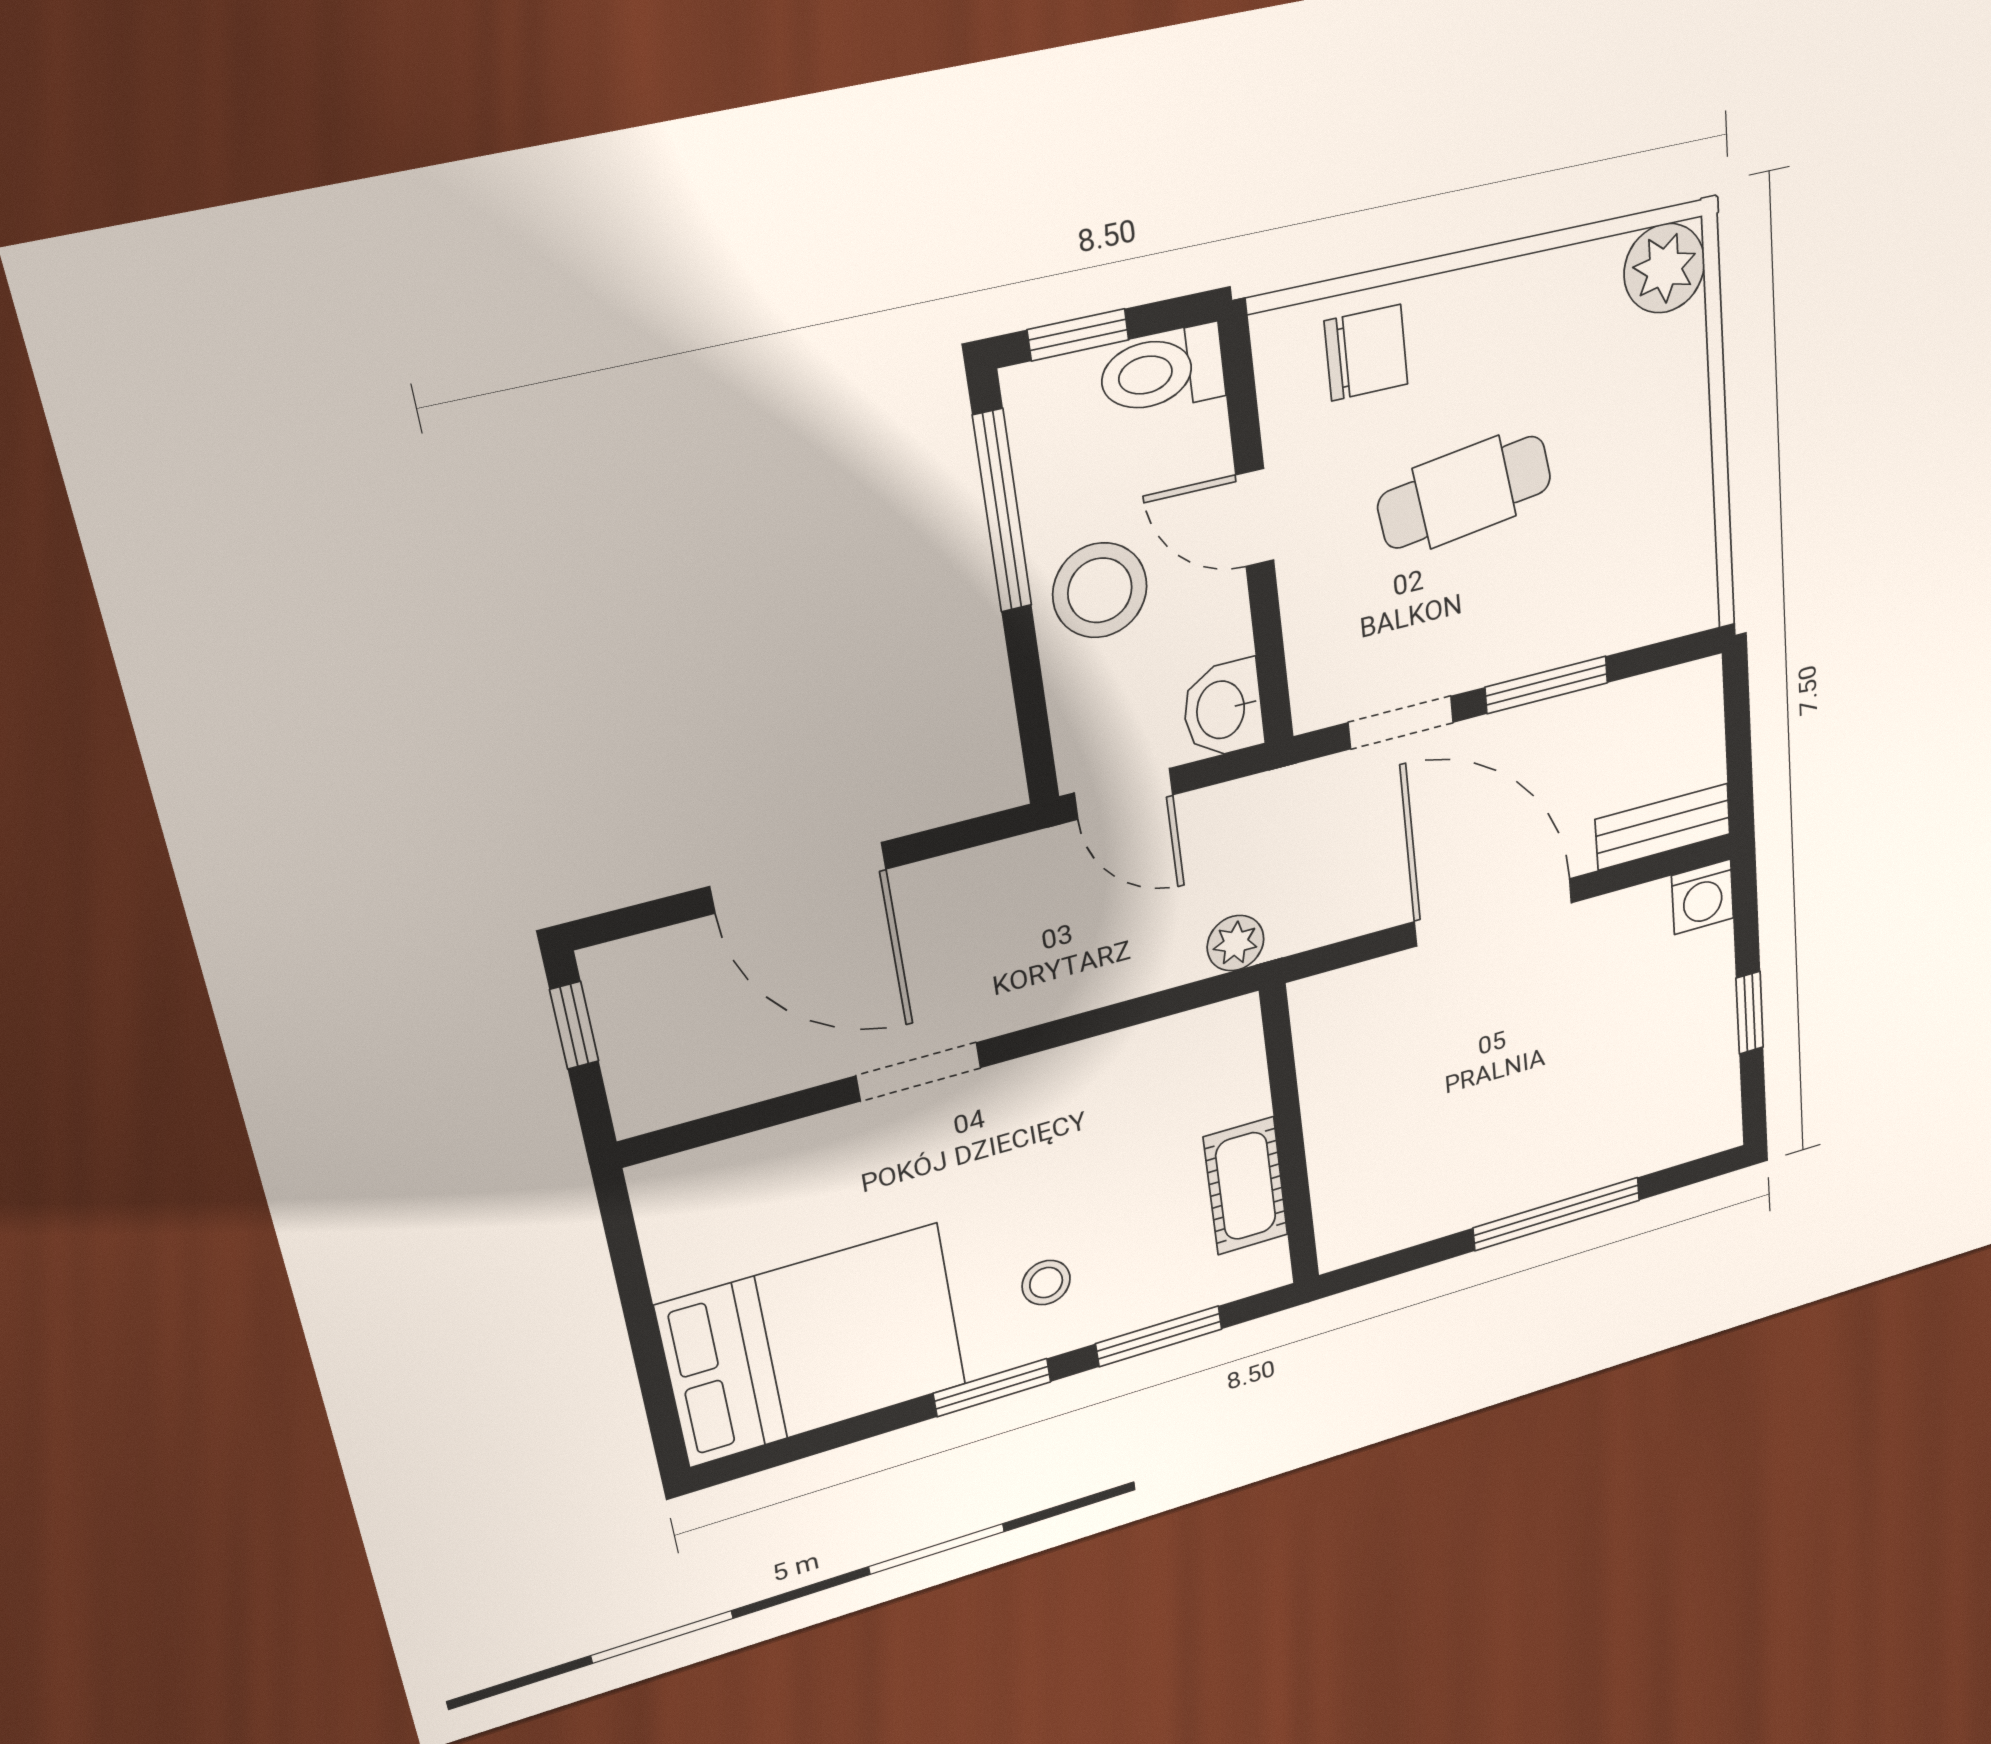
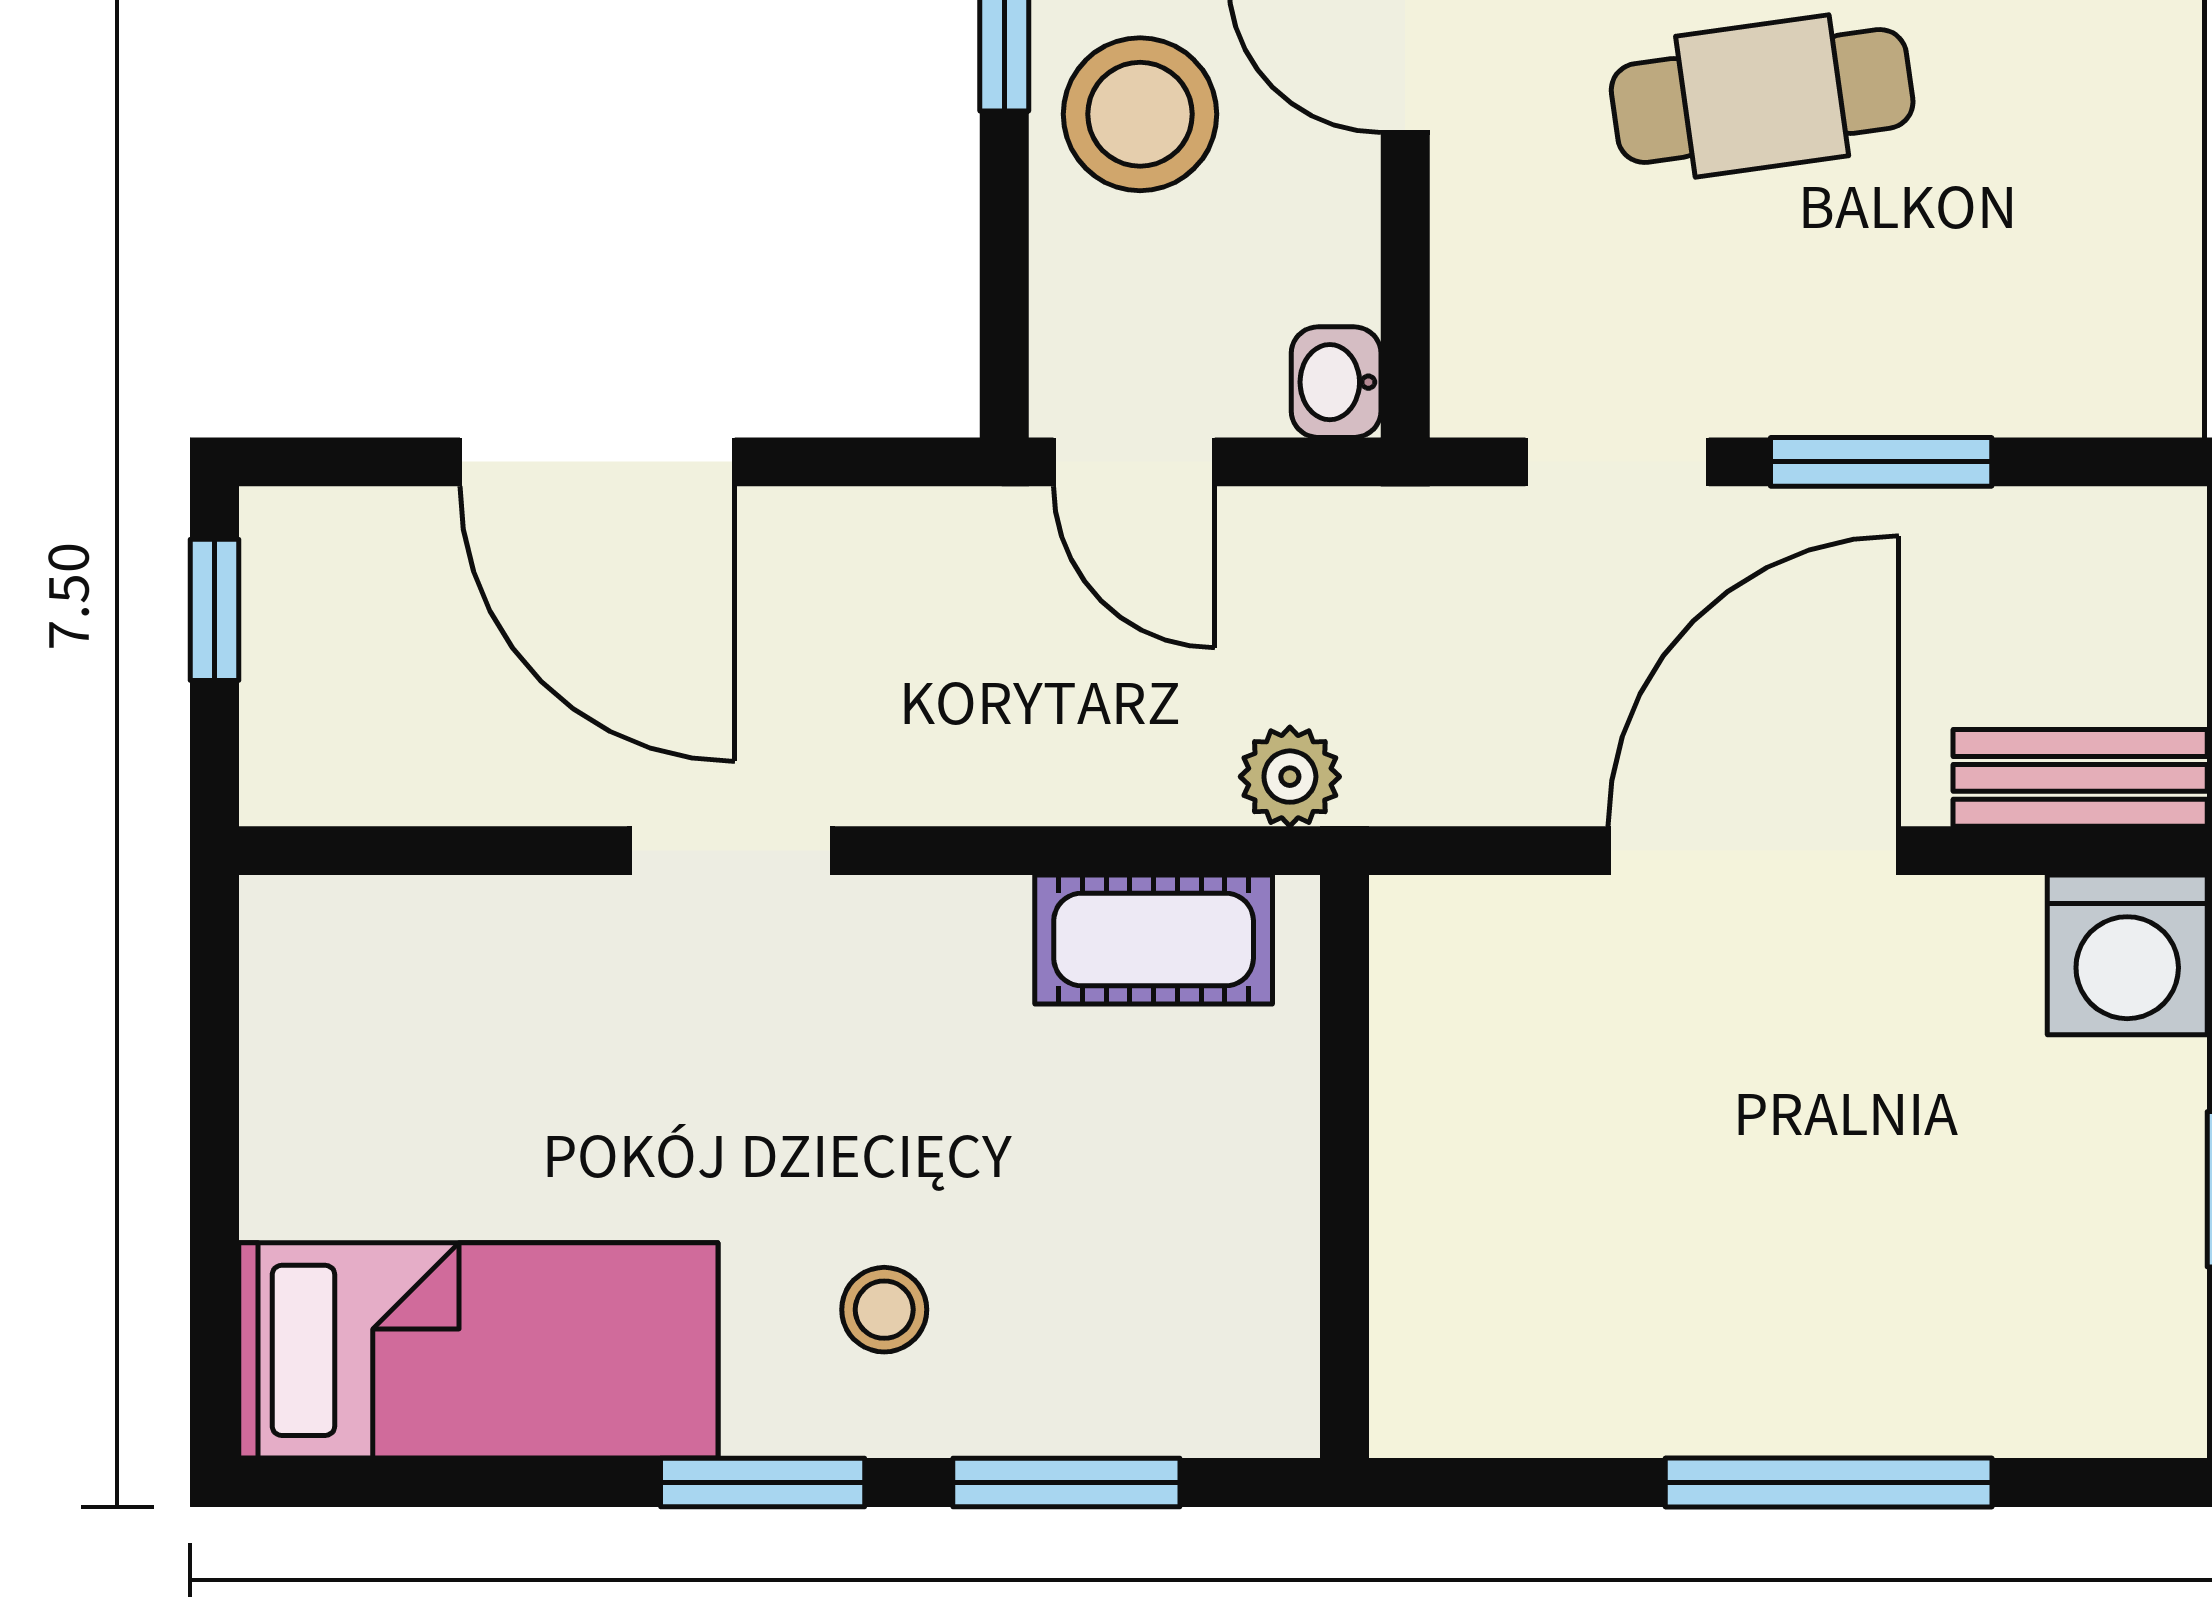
washbasin: (1223, 709) -> (1336, 382), width x0.72, depth x0.69
washing machine: (1703, 897) -> (2127, 955), width x1.38, depth x1.38
door: (1493, 912) -> (1754, 851), hinge flipped
cot: (1246, 1186) -> (1154, 940), moved, turned 90
bed: (813, 1345) -> (478, 1350), width x0.67

